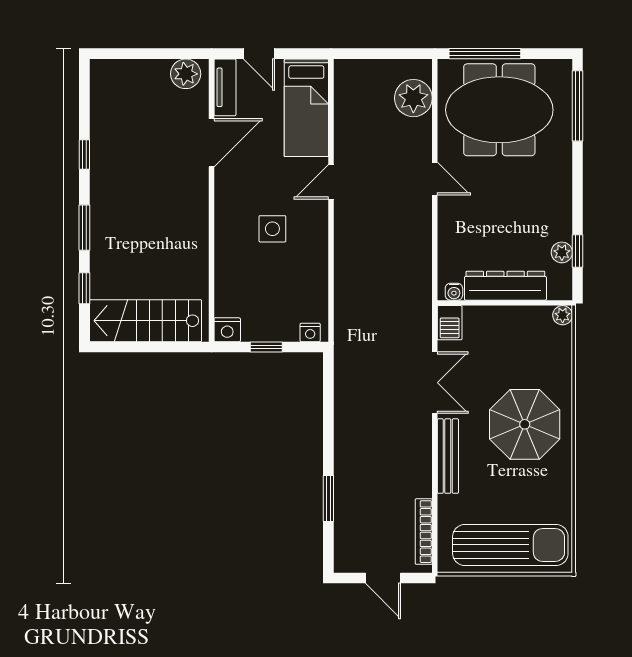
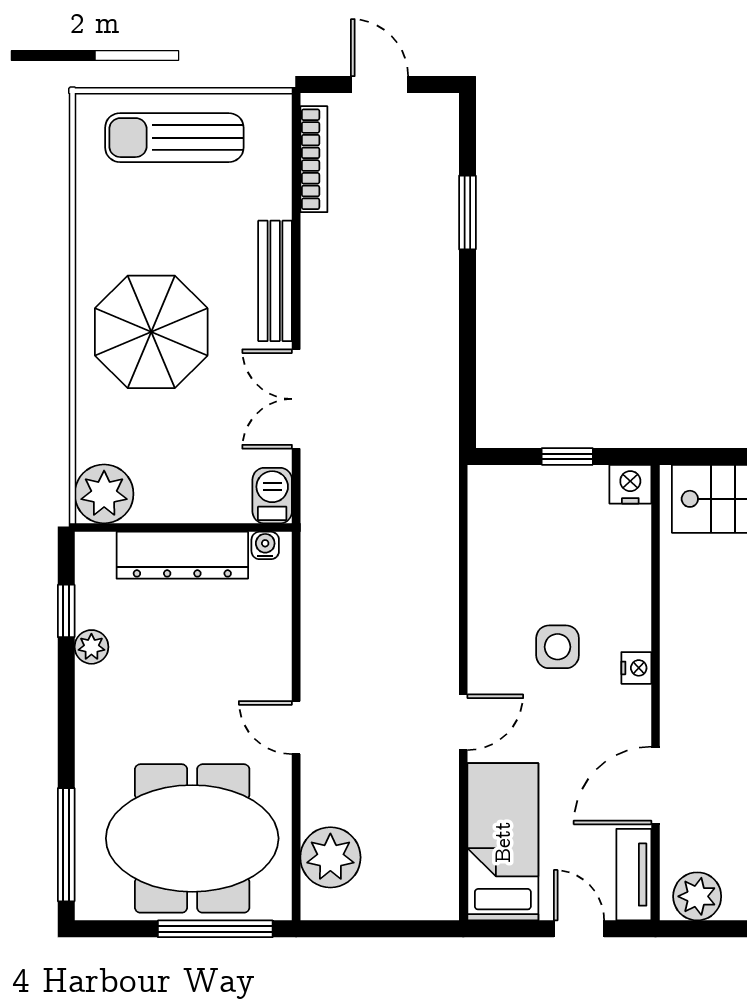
plant: (562, 252) -> (91, 647), moved
plant: (563, 315) -> (104, 494), width x1.88, depth x1.88
nightstand: (310, 332) -> (636, 668), moved, turned 90
sun lounger: (510, 545) -> (174, 138), width x0.73, depth x0.75

